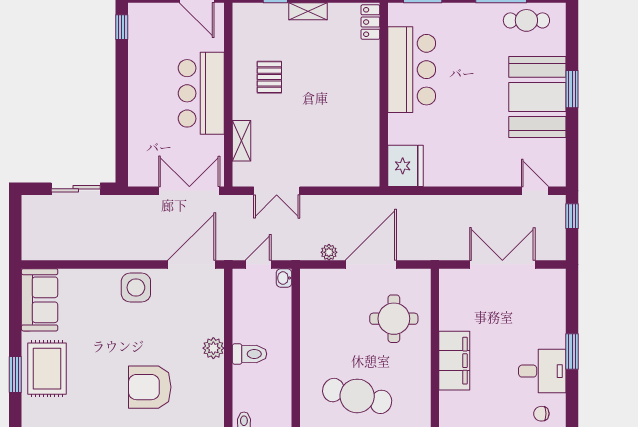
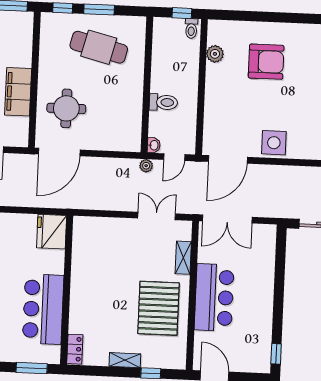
pallet: (269, 77) -> (158, 308), width x2.05, depth x2.00
plant: (329, 252) -> (146, 166), moved
door: (371, 264) -> (59, 152), moved
plant: (213, 348) -> (215, 54), moved
toilet: (249, 354) -> (163, 102), moved, turned 180
filing cabinet: (454, 361) -> (18, 92), moved

